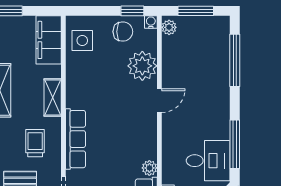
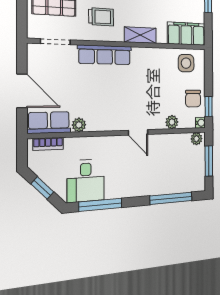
plant: (142, 66) -> (172, 122), width x0.53, depth x0.53

